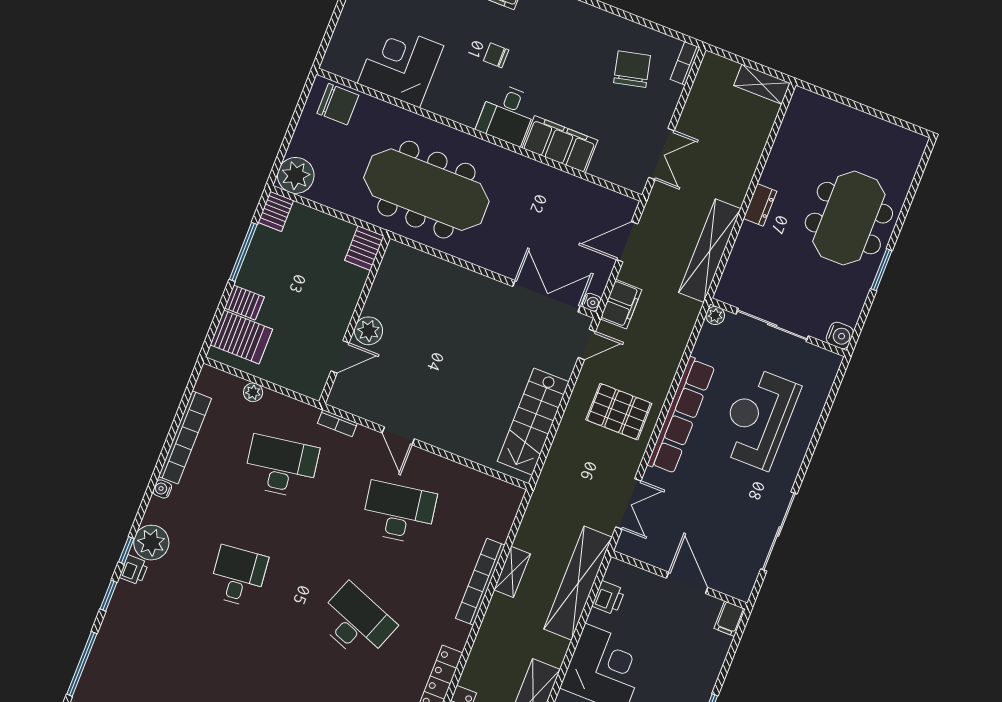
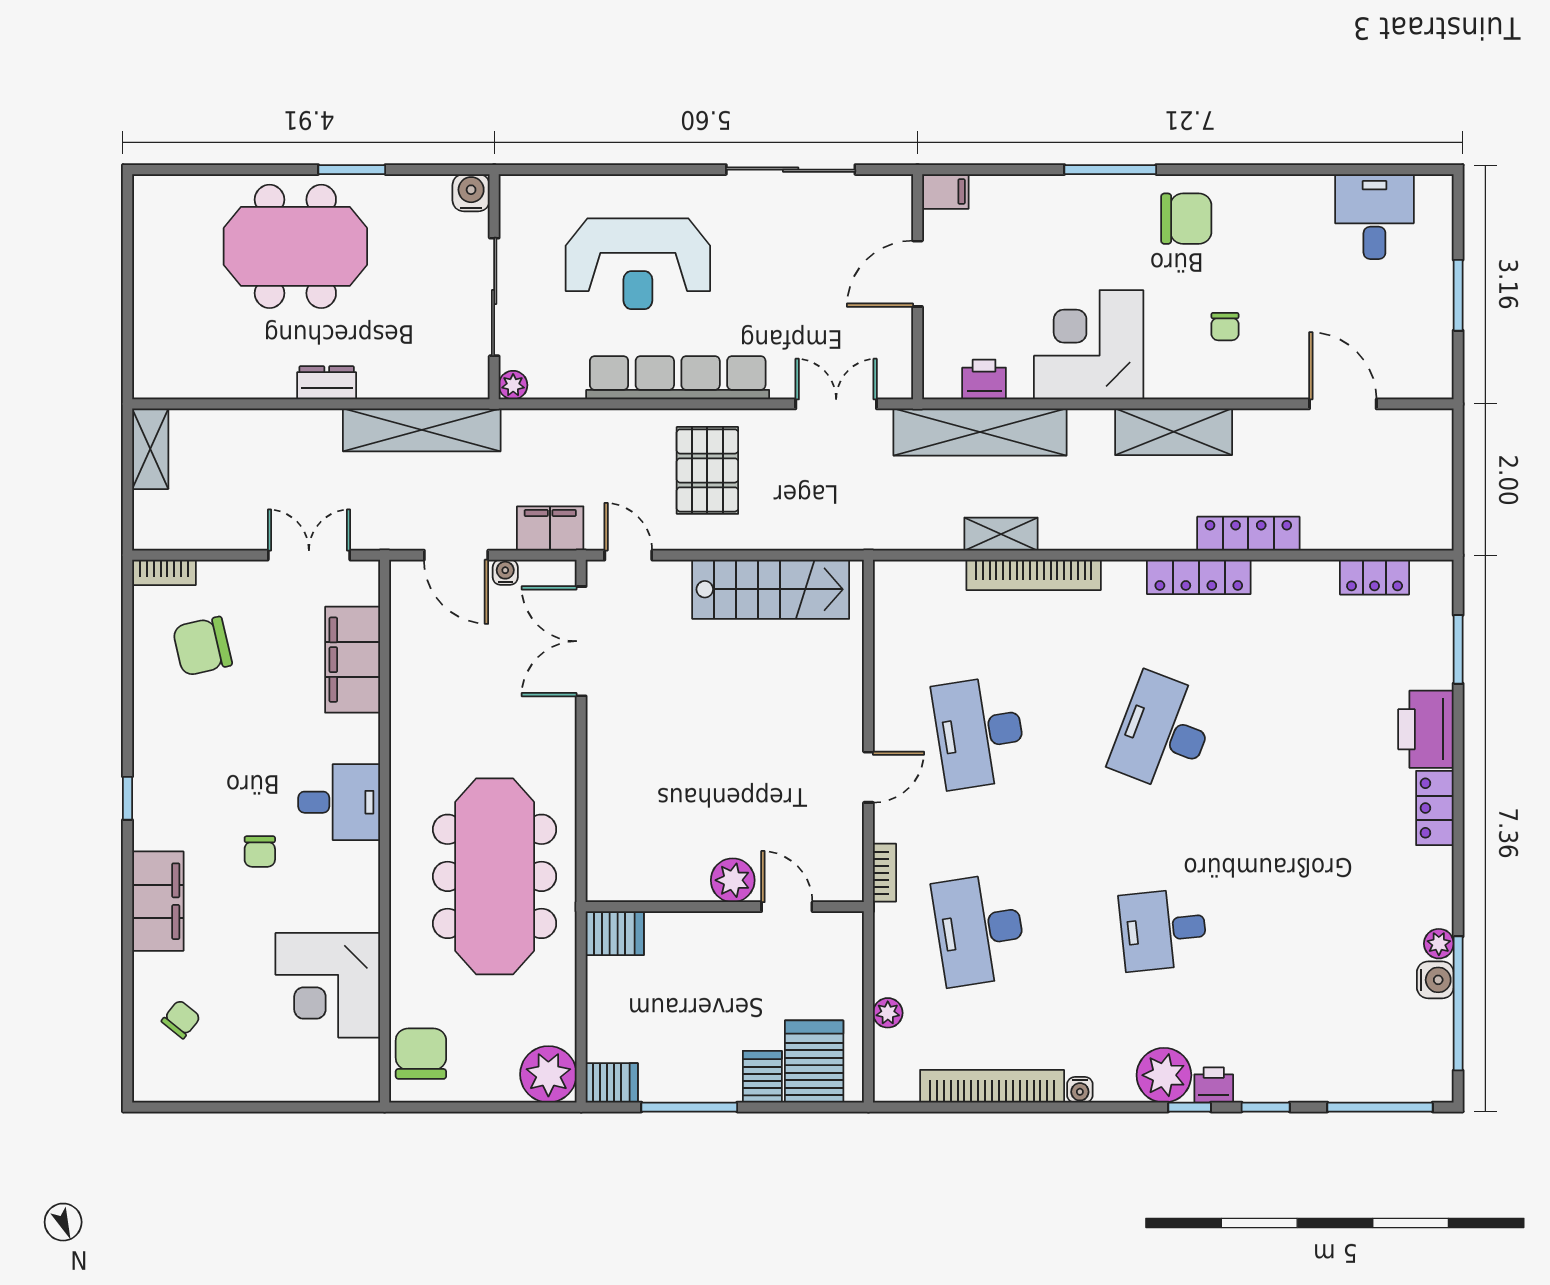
filing cabinet: (560, 144) -> (353, 660), moved
water cooler: (592, 302) -> (505, 572), moved

